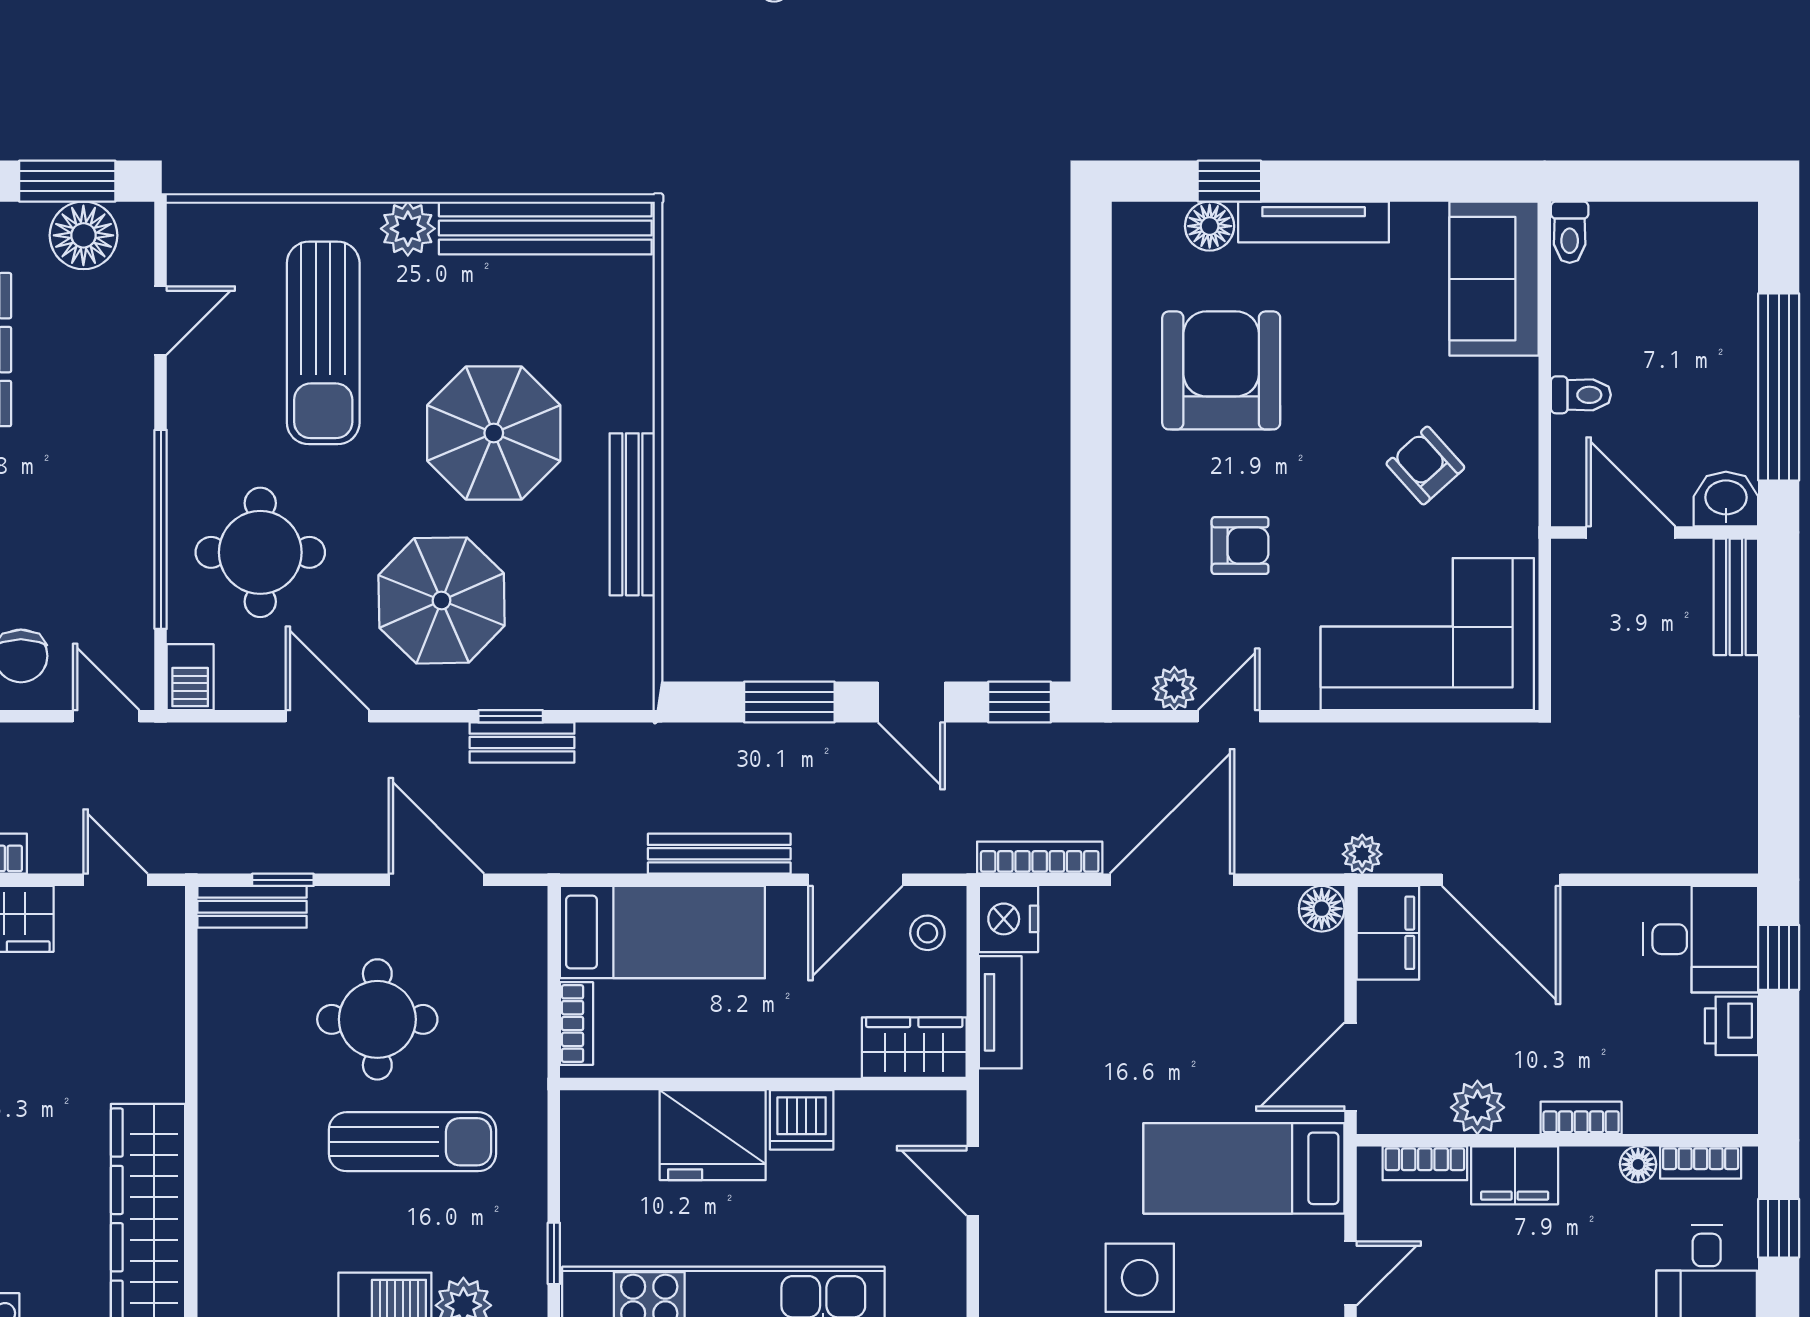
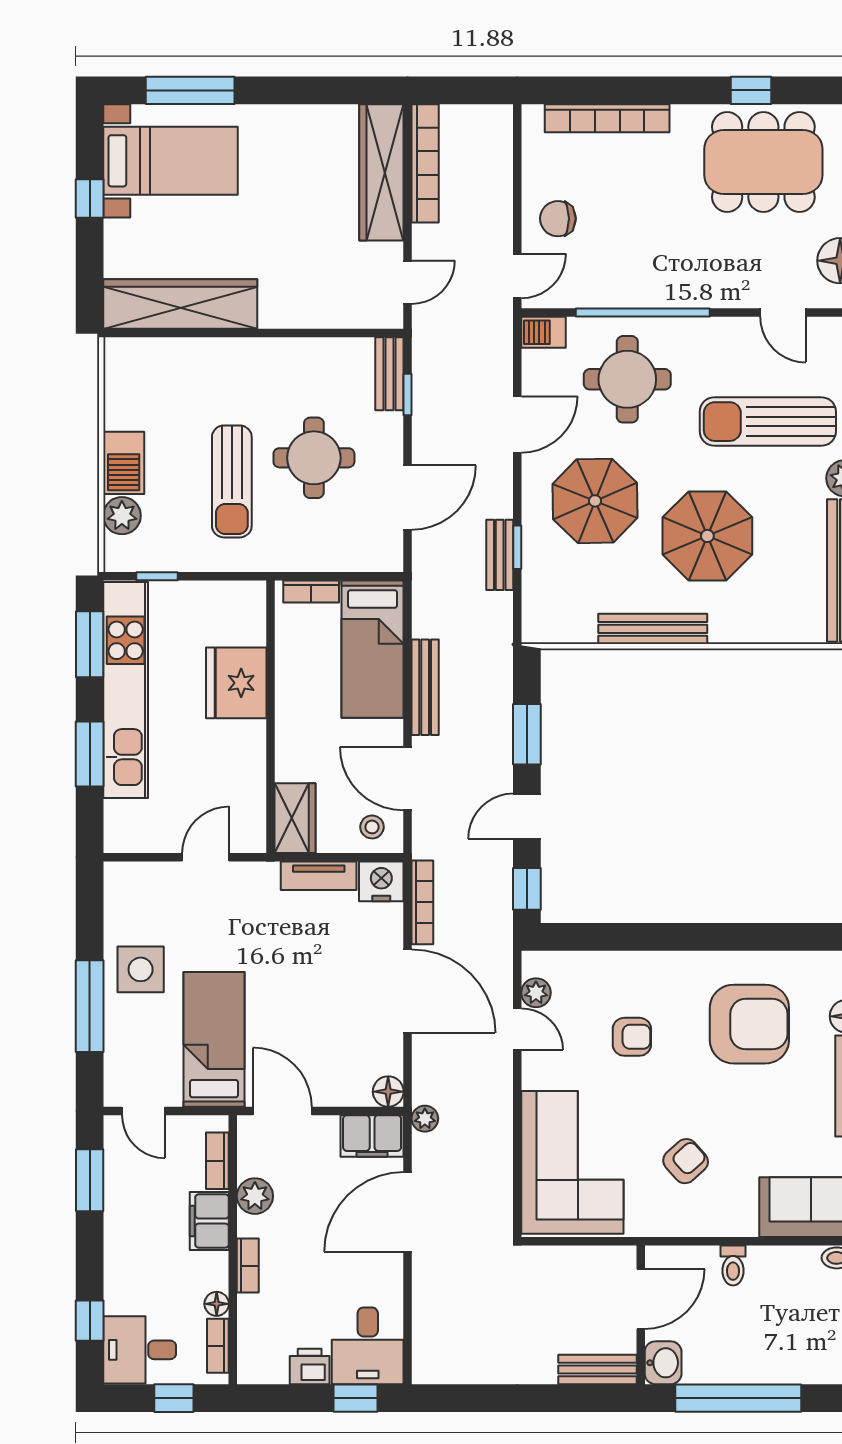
armchair: (1240, 546) -> (632, 1037), turned -90
dishwasher: (802, 1120) -> (246, 742), removed

